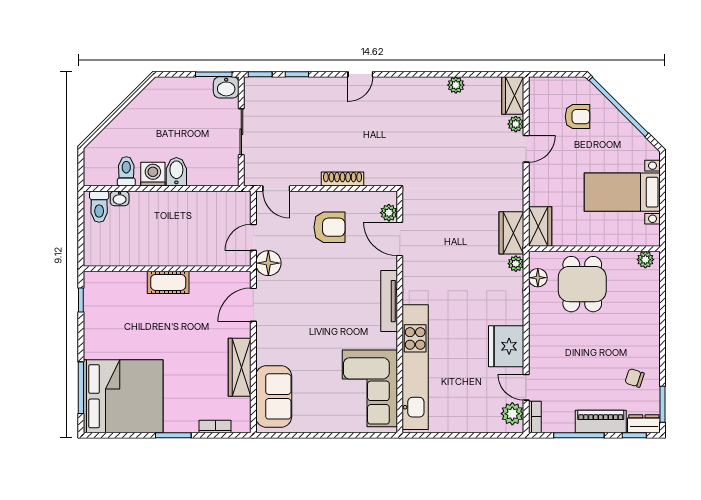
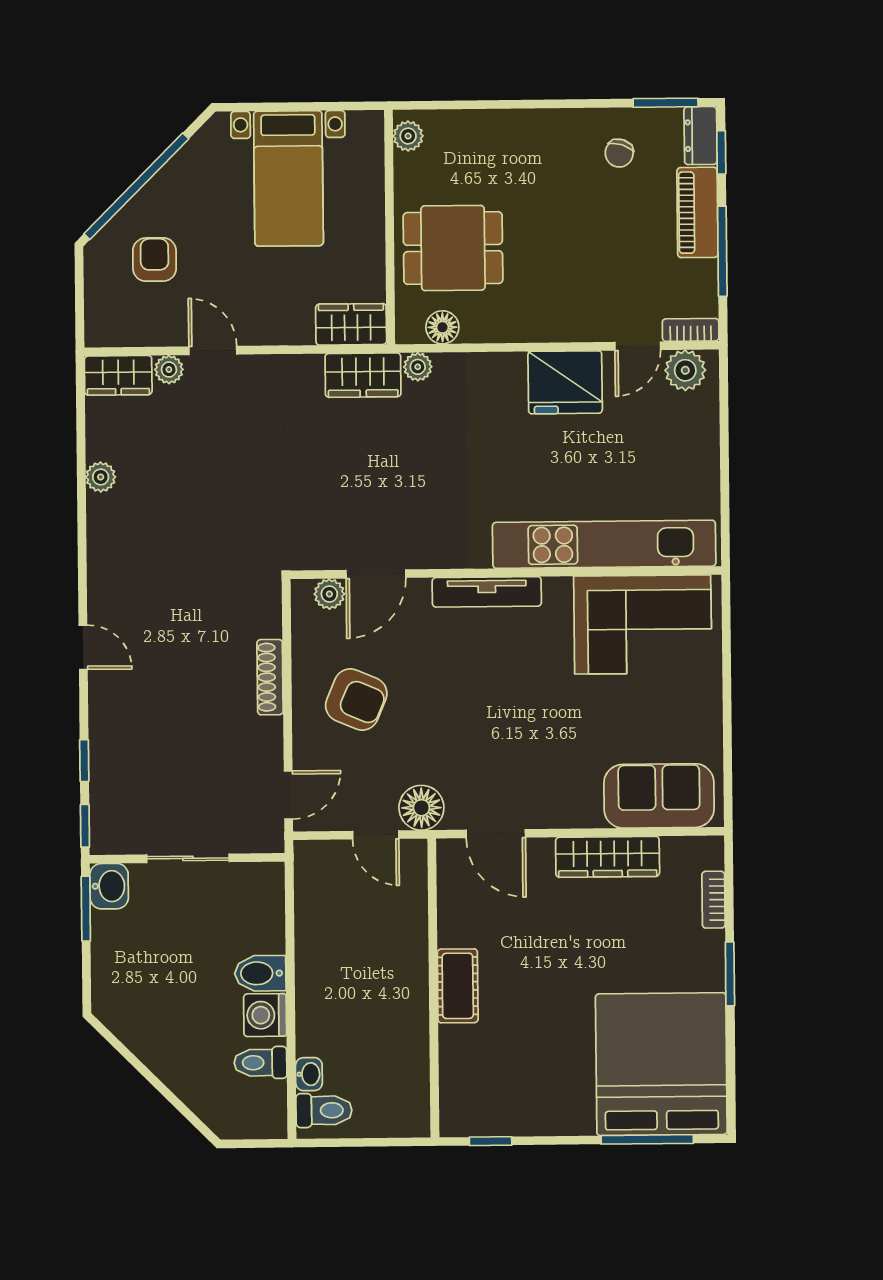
armchair: (329, 227) -> (356, 700), turned 113

